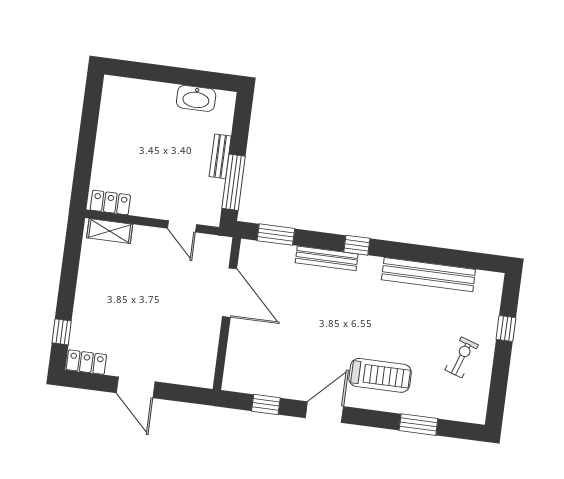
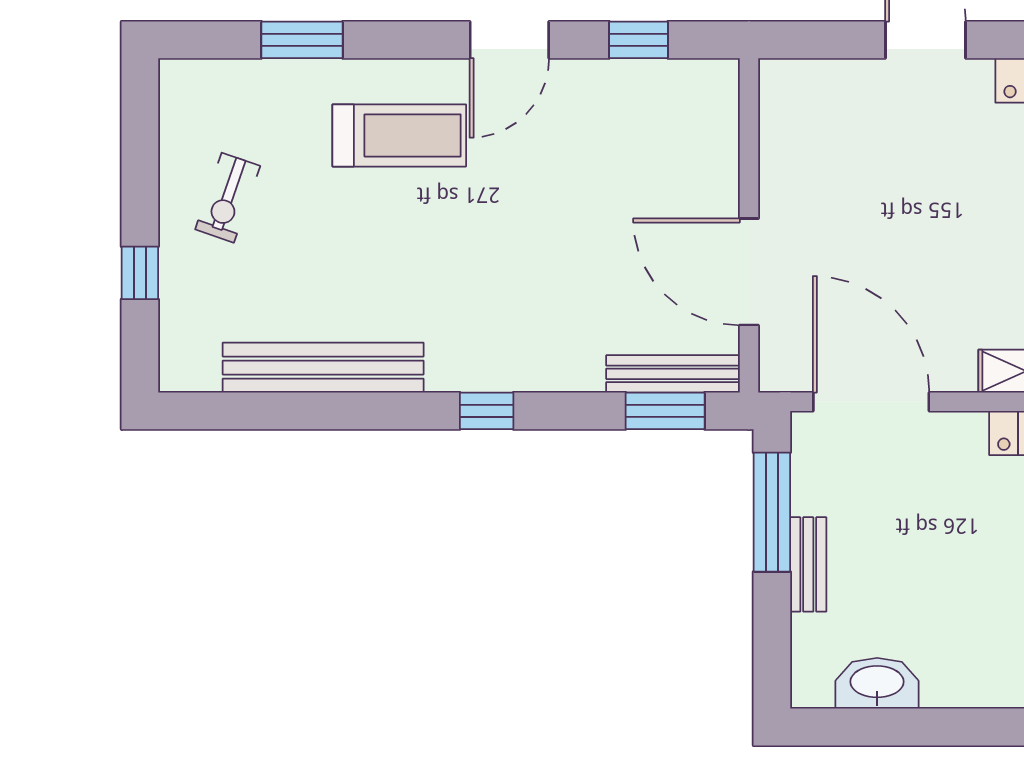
door: (182, 226) -> (871, 402), width x1.87
bench: (327, 258) -> (673, 374), moved
treadmill: (380, 375) -> (399, 135), turned 180

